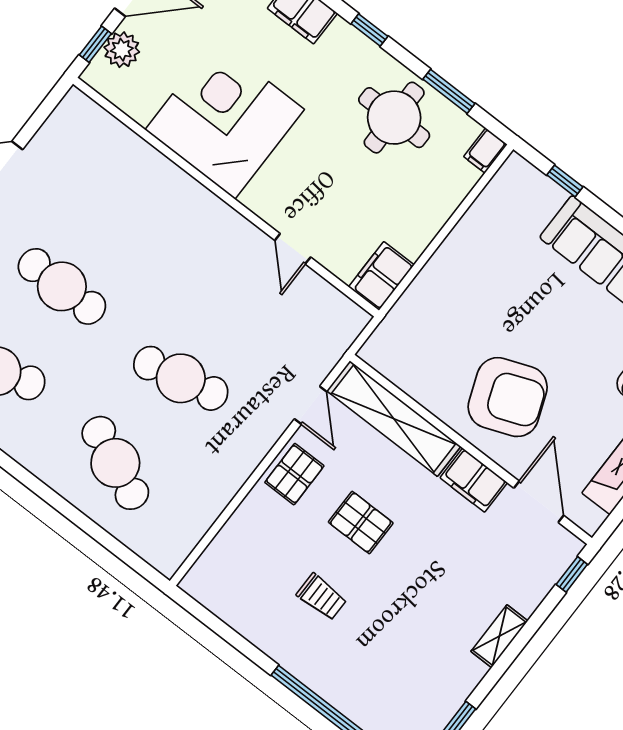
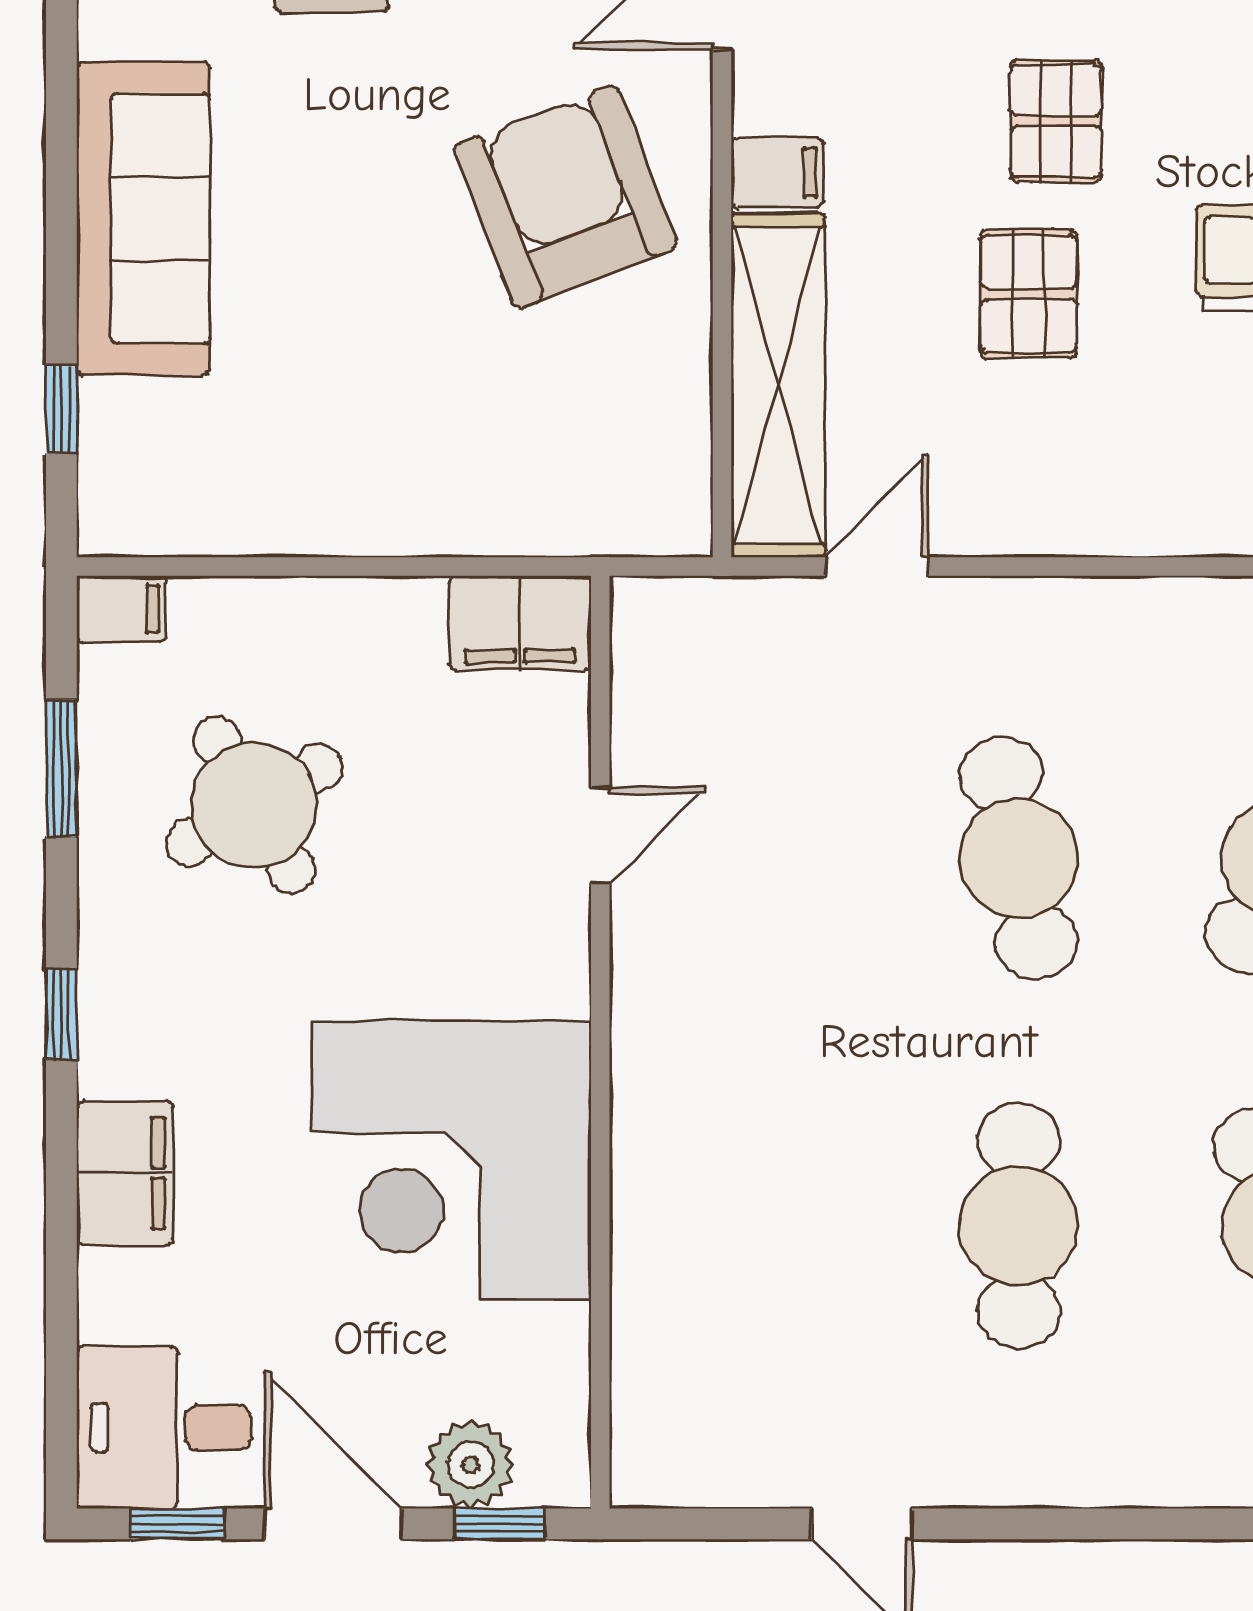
round table: (394, 118) -> (254, 805), moved, turned -30
pallet: (294, 474) -> (1056, 121), moved, turned 90
filing cabinet: (474, 480) -> (777, 173), width x0.50

